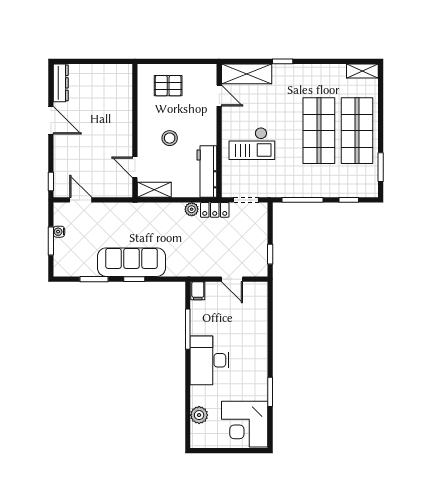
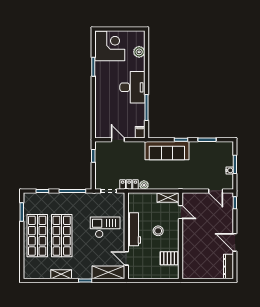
shelving: (362, 71) -> (61, 274), moved
pallet: (168, 86) -> (169, 258), moved
workbench: (207, 172) -> (134, 229), moved
sofa: (132, 262) -> (167, 151), moved

